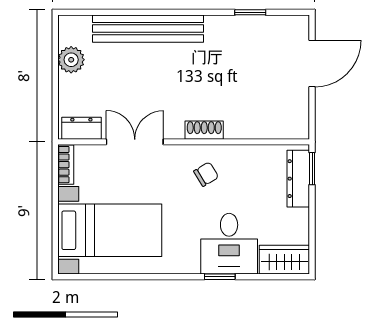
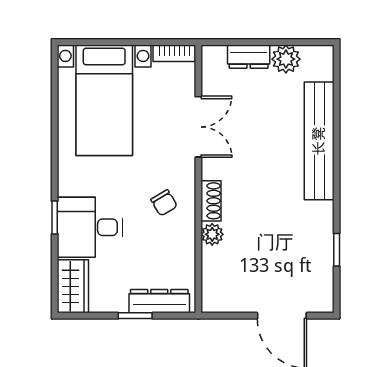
dresser: (81, 128) -> (249, 57), moved, turned 90
plant: (236, 129) -> (212, 234), added
window: (312, 169) -> (135, 316), moved

